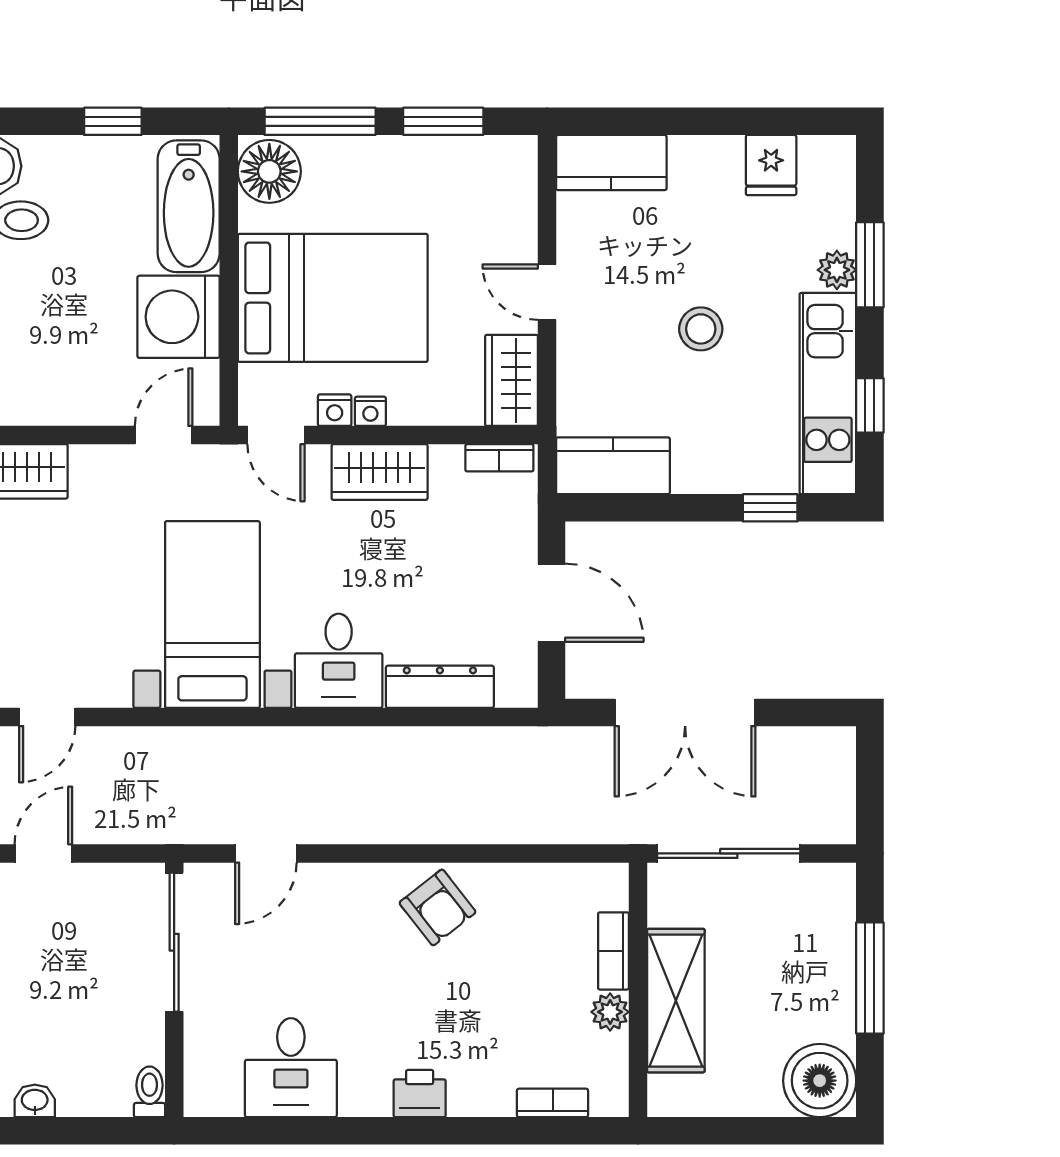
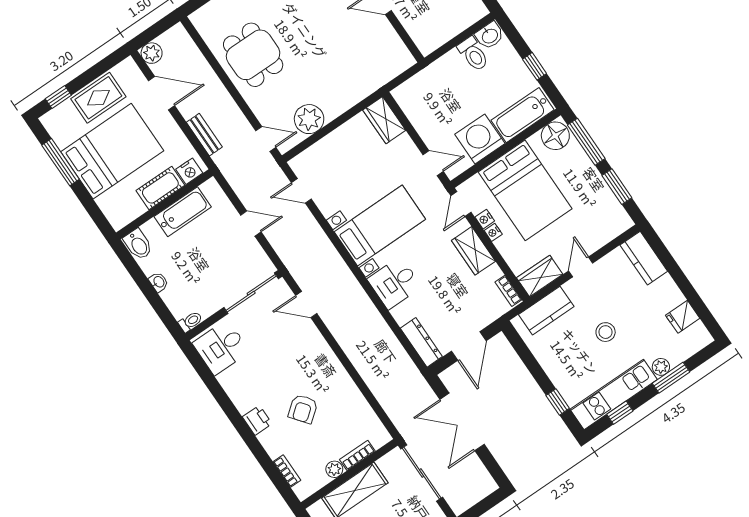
kitchen counter: (613, 466) -> (546, 311), moved, turned 90
dresser: (440, 687) -> (421, 342), moved
armchair: (438, 907) -> (303, 409), moved
desk: (291, 1068) -> (221, 347), moved

